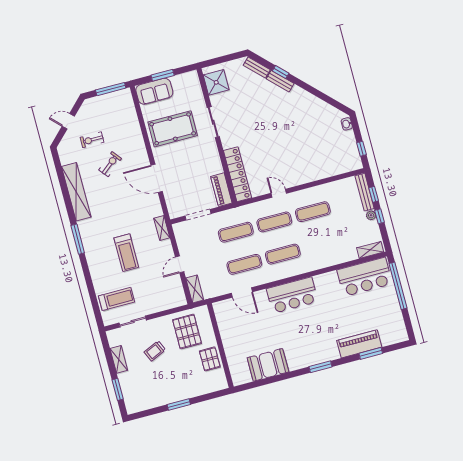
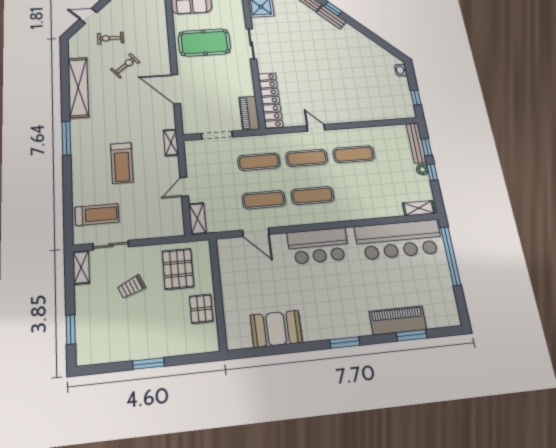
bar counter: (364, 277) -> (399, 239), width x1.36
shelving: (119, 359) -> (81, 267), moved

